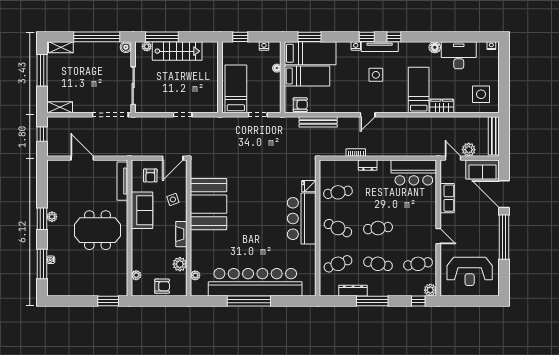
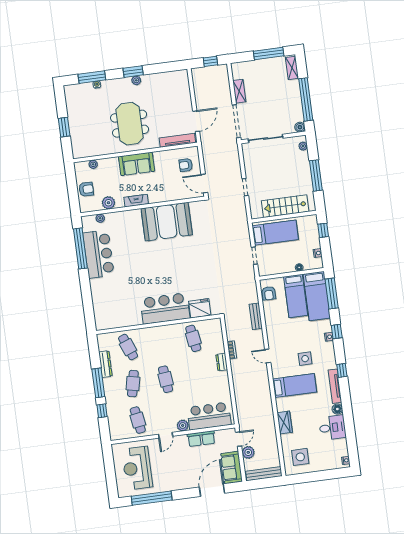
window: (162, 37) -> (316, 175), moved
window: (310, 37) -> (332, 294), width x1.44
window: (367, 37) -> (337, 331), moved
tv unit: (380, 47) -> (335, 386), moved
stairs: (177, 51) -> (285, 206), moved, turned 90
desk: (459, 55) -> (332, 428), width x0.73
bed: (419, 90) -> (295, 385), moved
shelving: (60, 107) -> (239, 91), moved
bench: (318, 122) -> (256, 316), width x0.73
door: (82, 158) -> (196, 121), moved
bar counter: (414, 173) -> (209, 416), moved, turned 90
fridge: (309, 186) -> (200, 308), width x1.88, depth x1.34
side table: (173, 199) -> (167, 189), removed
sofa: (142, 210) -> (137, 164), moved
cafe table: (338, 228) -> (161, 343), removed
window: (504, 237) -> (152, 498), moved
bar counter: (255, 282) -> (99, 254), width x0.54
armchair: (162, 286) -> (86, 189), turned -90
plant: (430, 290) -> (183, 425), moved
window: (108, 301) -> (64, 127), moved
window: (249, 301) -> (80, 248), moved
window: (418, 301) -> (102, 411), moved

